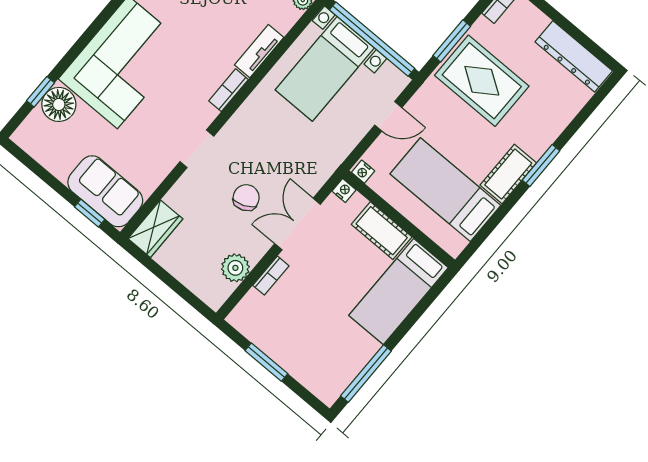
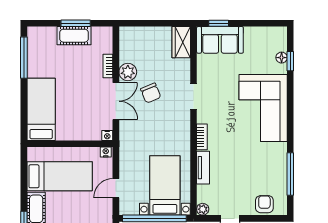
floor lamp: (59, 104) -> (282, 58), width x0.53, depth x0.53
cot: (382, 231) -> (74, 36), moved
plant: (235, 268) -> (128, 72), moved

